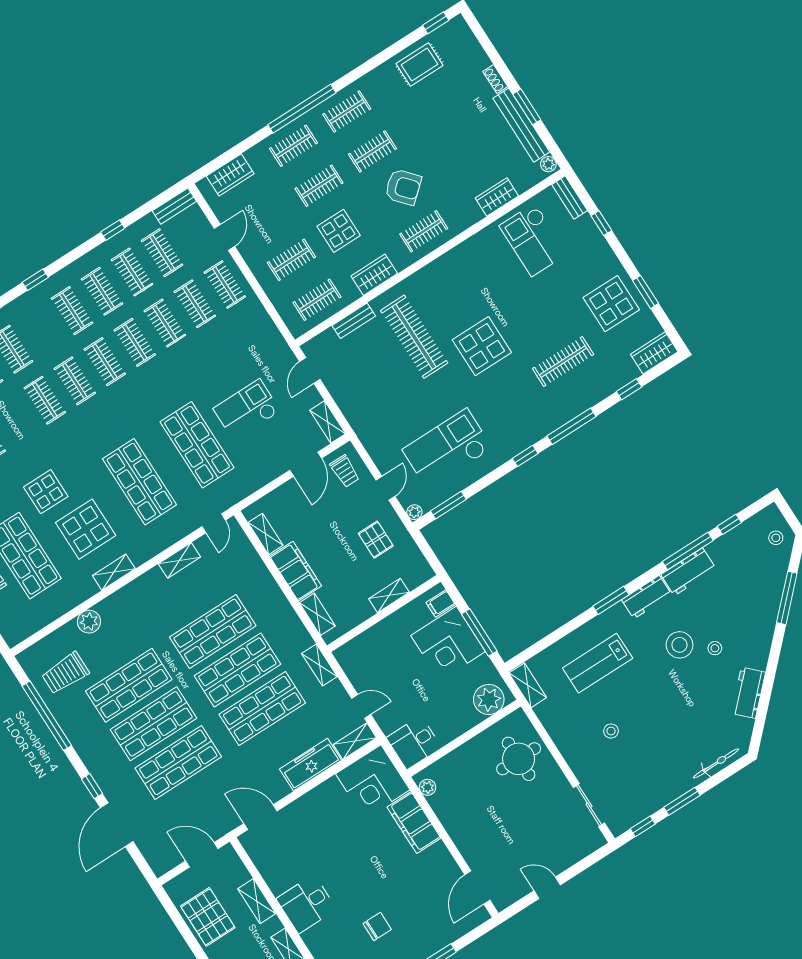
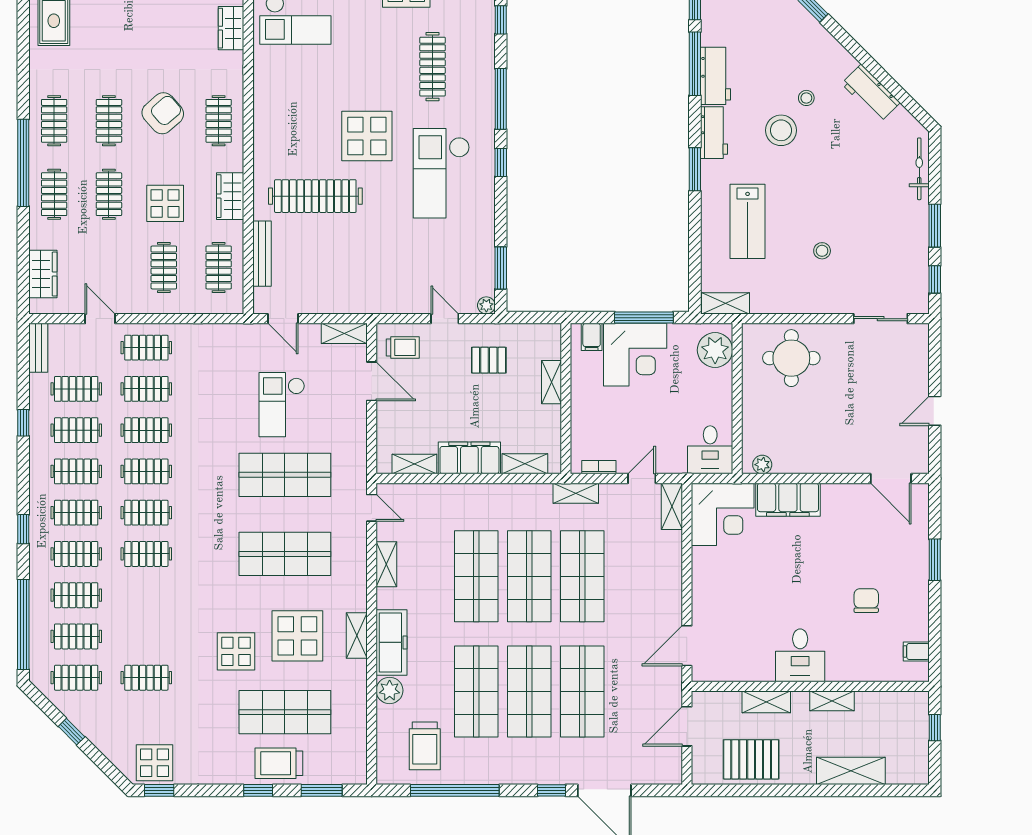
bench: (354, 321) -> (262, 254), width x1.36
clothes rail: (45, 400) -> (76, 554), moved
checkout: (447, 449) -> (441, 173), moved
bookcase: (349, 670) -> (599, 467), added
freezer: (310, 765) -> (392, 642), moved, turned 180

